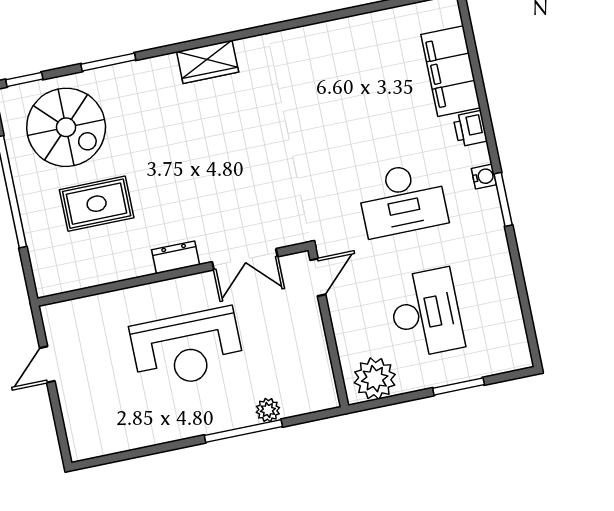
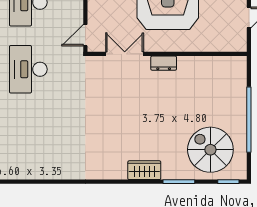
wardrobe: (208, 62) -> (144, 170), moved
desk: (402, 200) -> (28, 69), turned -90
rug: (97, 204) -> (202, 103), removed

